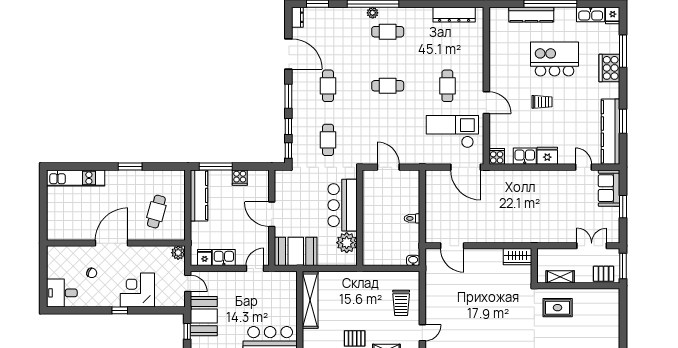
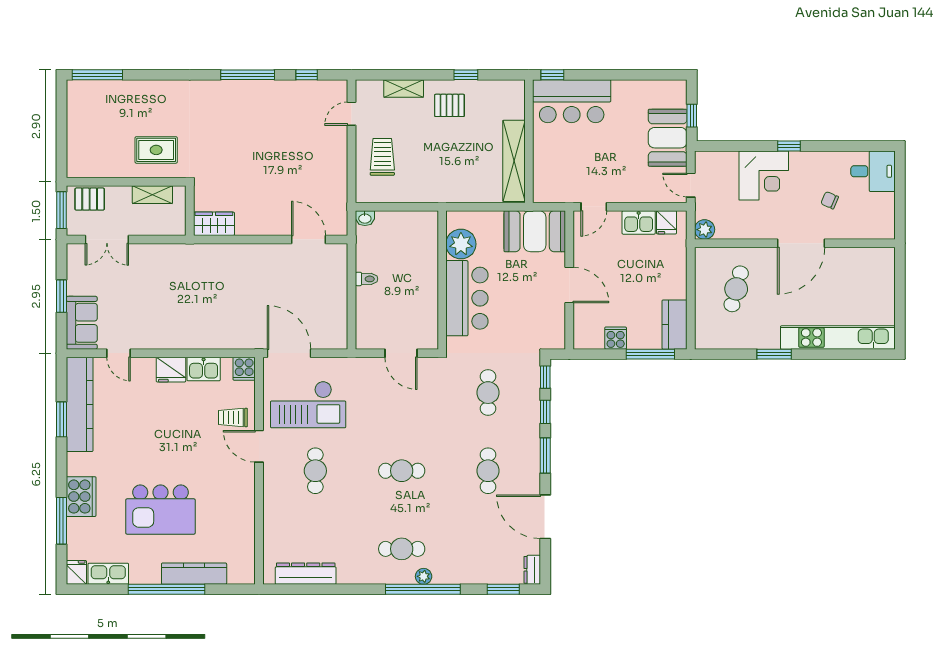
trolley: (542, 102) -> (233, 417), moved
kitchen unit: (76, 178) -> (838, 337), width x1.36
kitchen counter: (199, 195) -> (675, 325), width x0.67

